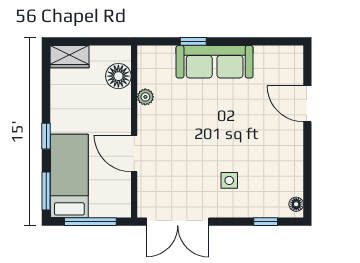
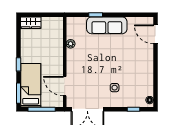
floor lamp: (118, 76) -> (56, 33), removed
door: (307, 104) -> (156, 34), moved
door: (134, 153) -> (65, 86), moved

